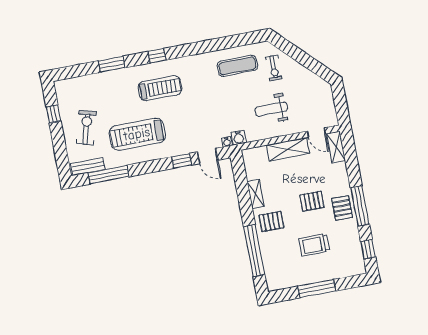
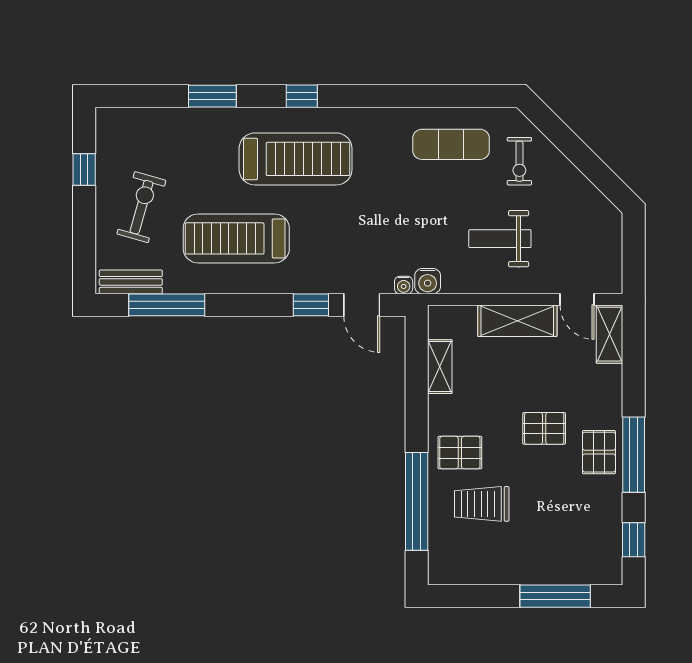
treadmill: (160, 88) -> (296, 159), width x1.37, depth x1.38
shelving: (256, 194) -> (440, 367), moved
trolley: (314, 245) -> (482, 504), moved
window: (317, 289) -> (555, 596), moved

